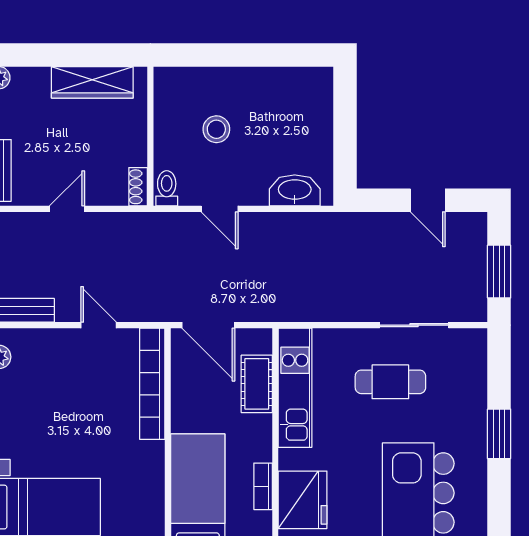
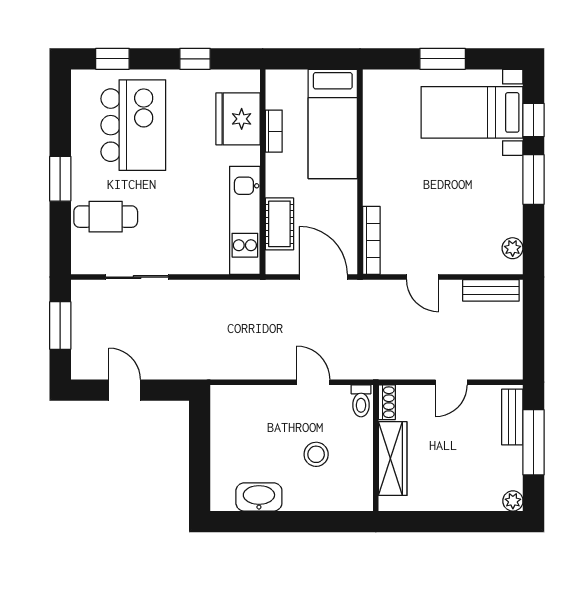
wardrobe: (92, 82) -> (393, 459), moved, turned 90
washbasin: (295, 190) -> (259, 497), moved, turned 180
cafe table: (390, 382) -> (106, 217), moved
bookcase: (152, 384) -> (371, 240), width x0.68, depth x0.76

